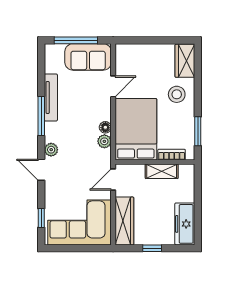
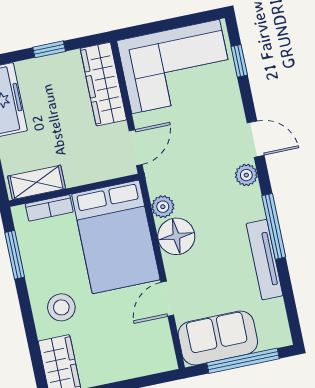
floor lamp: (105, 127) -> (176, 236), width x1.89, depth x1.89
shelving: (162, 171) -> (37, 182), moved

